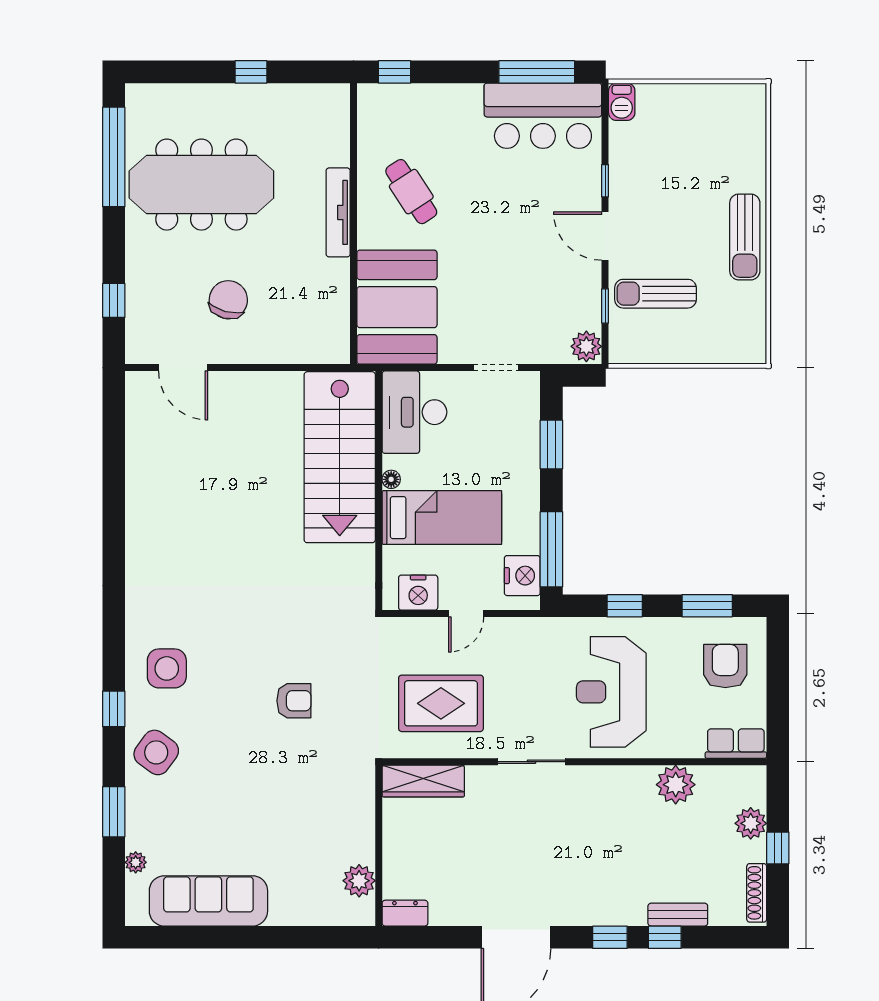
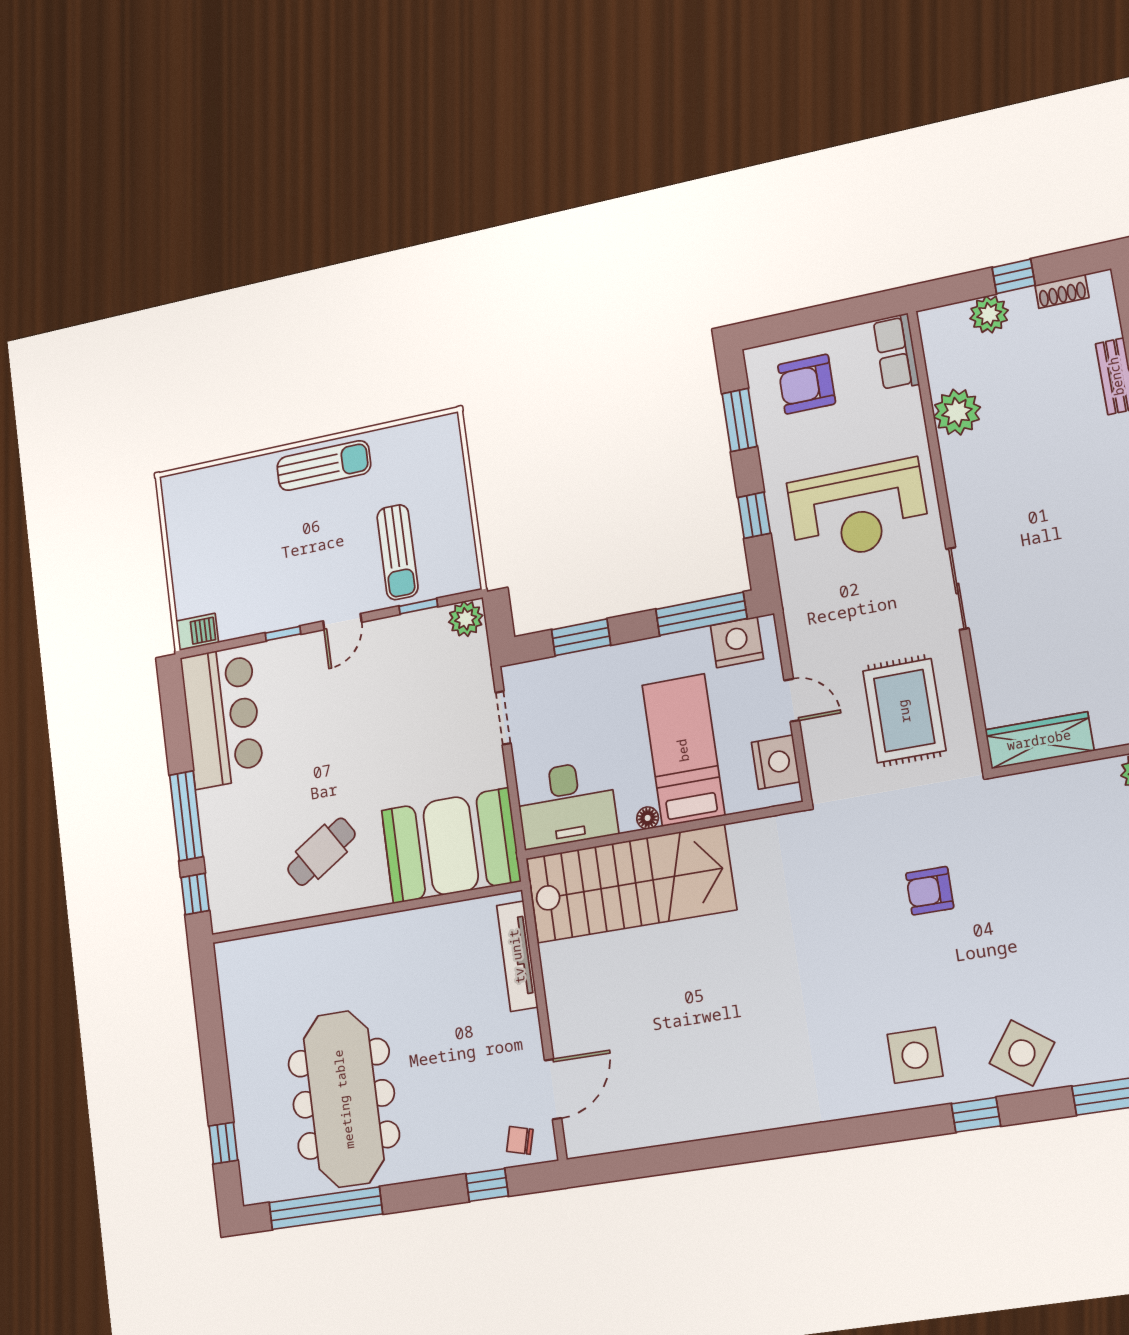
window: (251, 72) -> (223, 1143), moved
window: (537, 72) -> (186, 816), moved
tv unit: (338, 212) -> (517, 956), moved, turned 90
door: (605, 236) -> (342, 622), width x0.73
chair: (228, 300) -> (520, 1140), moved, width x0.54, depth x0.54
armchair: (294, 701) -> (930, 891), turned -90
wardrobe: (423, 781) -> (1039, 740), moved, turned -90
shoe rack: (757, 893) -> (1062, 291), width x0.70

